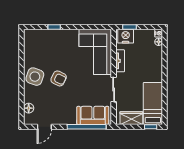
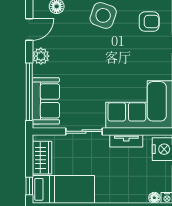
armchair: (59, 78) -> (149, 22), moved, turned -116
plant: (62, 119) -> (41, 56), added
door: (44, 127) -> (29, 29), swing flipped

